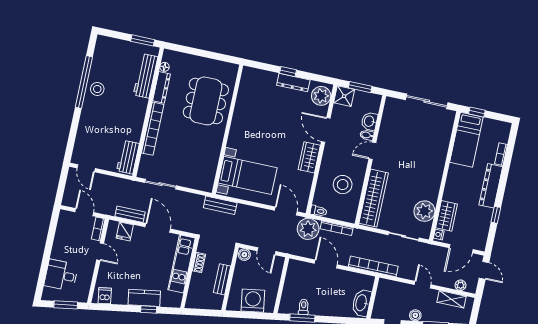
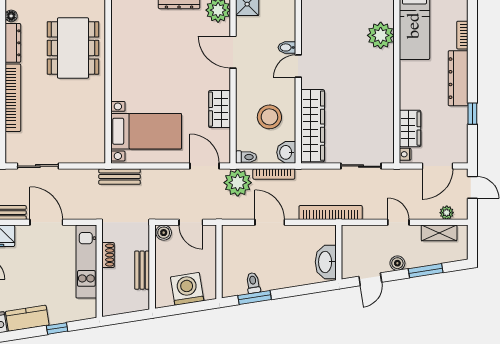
washbasin: (369, 121) -> (286, 152), moved
wardrobe: (309, 157) -> (220, 109), moved
plant: (424, 211) -> (381, 35), moved
kitchen counter: (144, 298) -> (27, 318), moved

